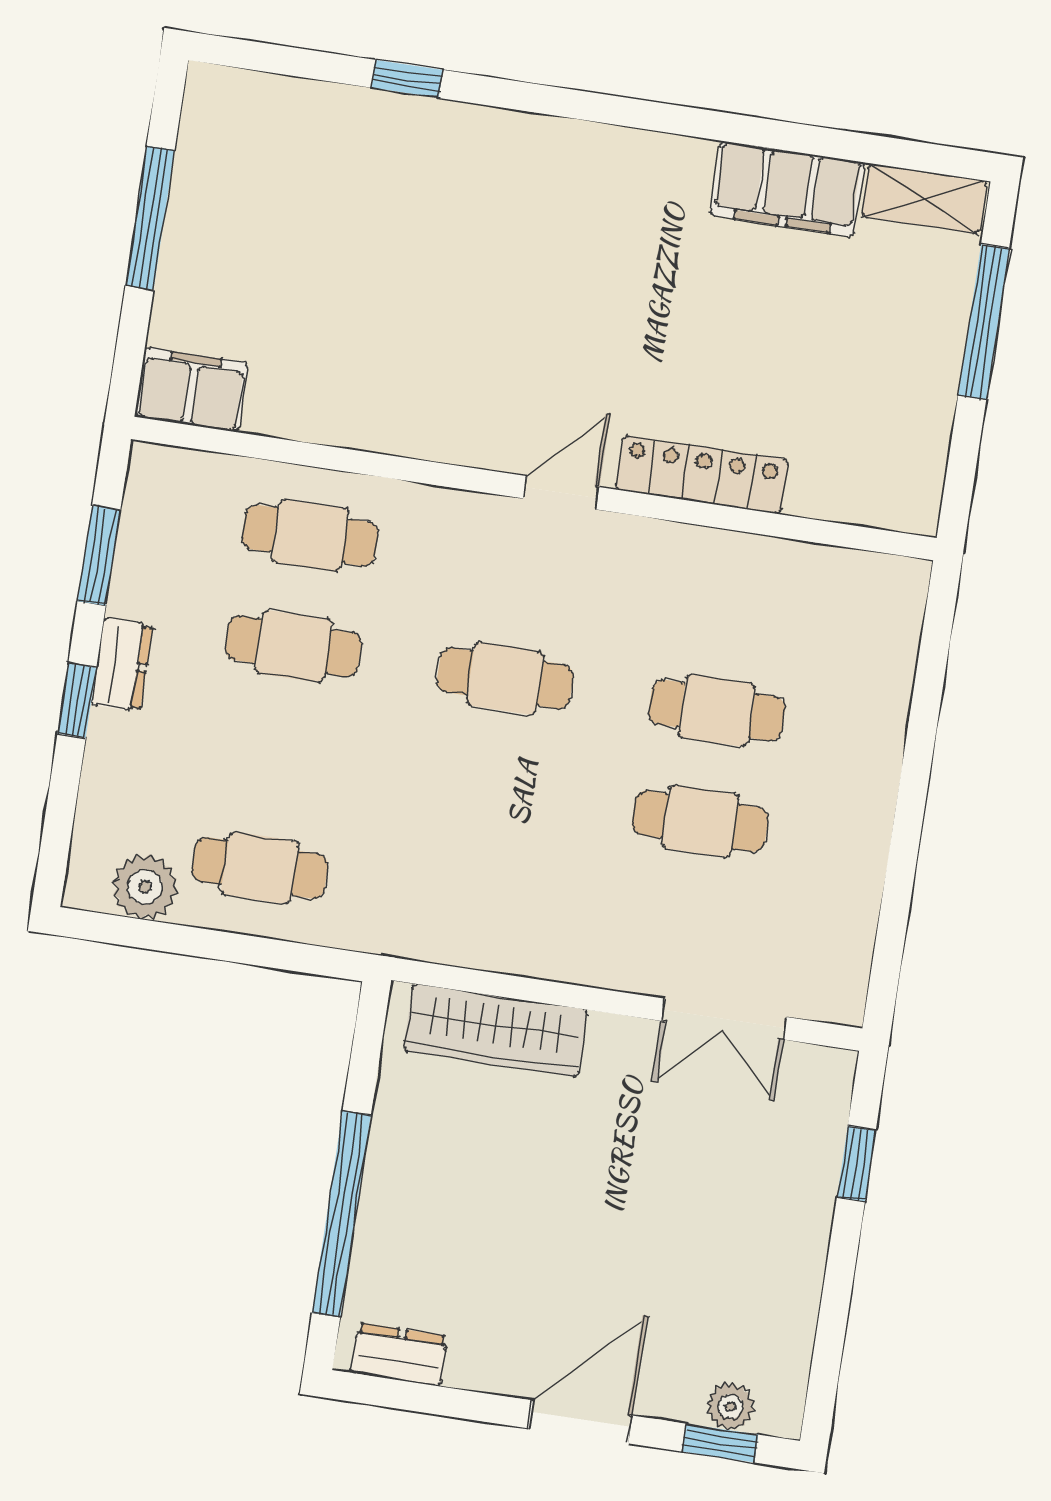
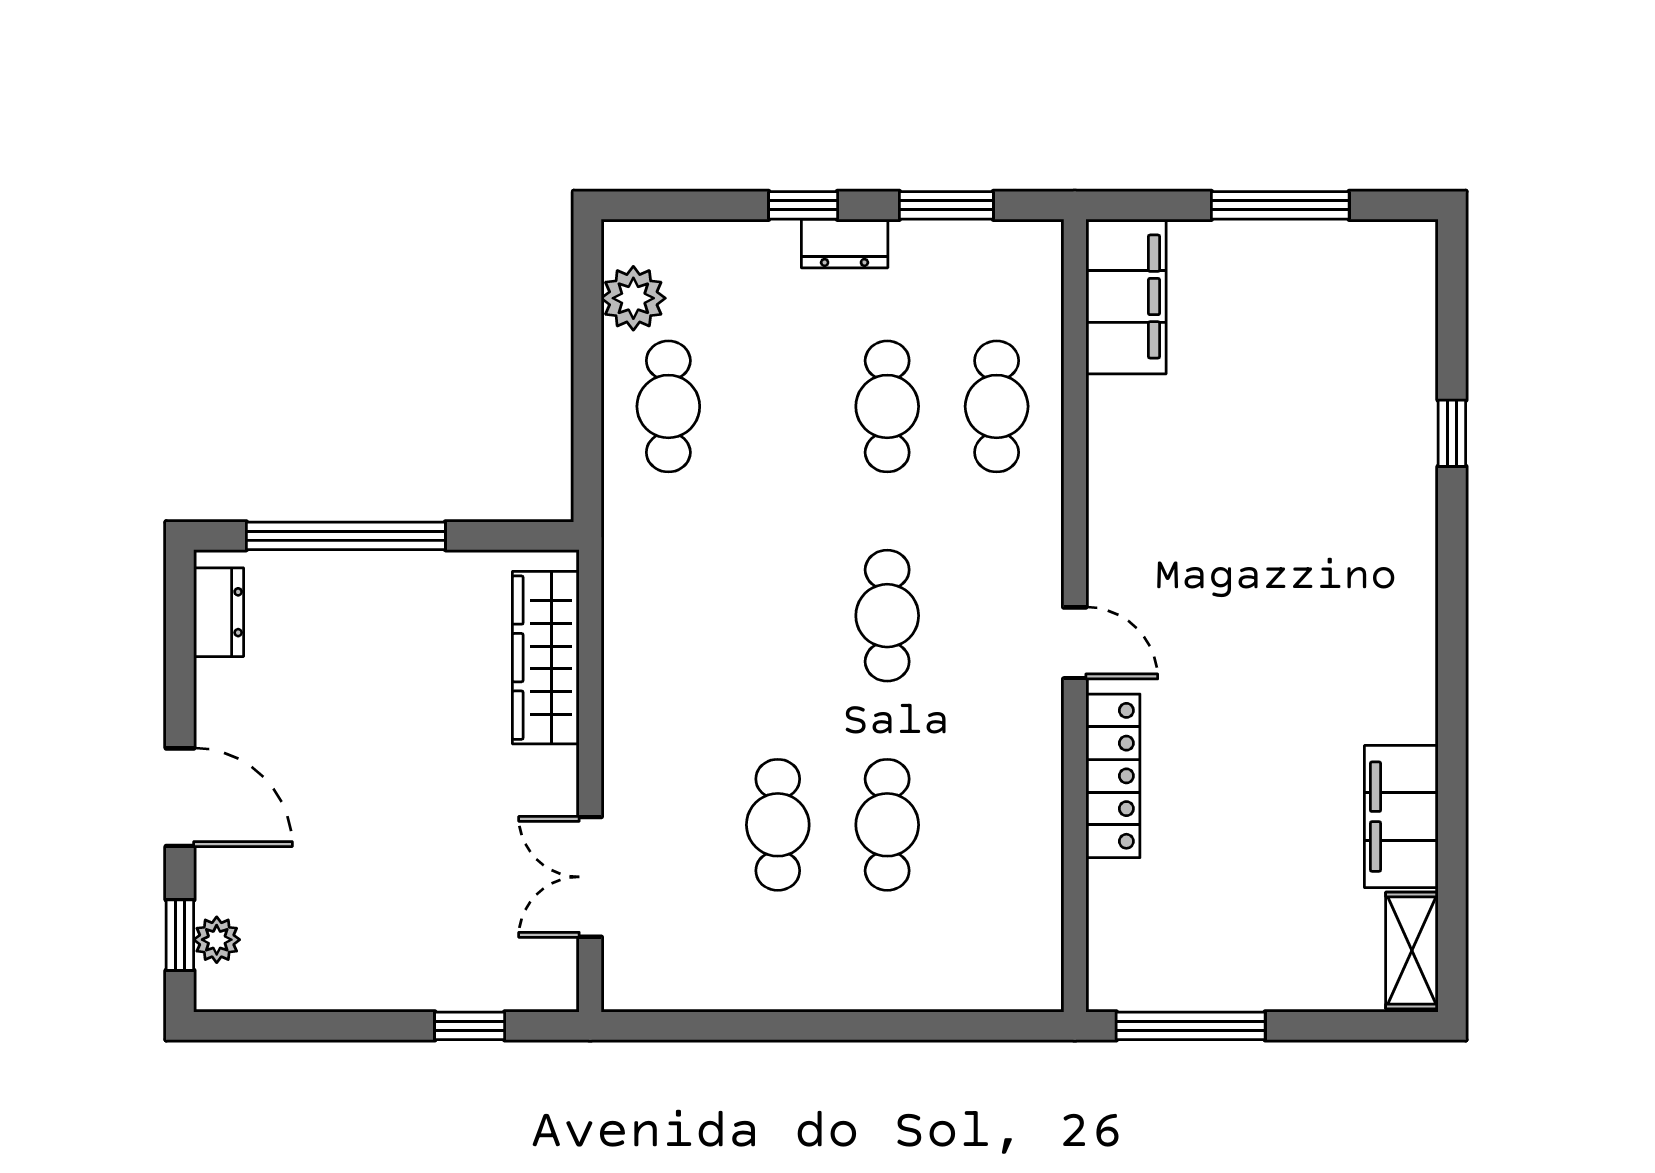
window: (984, 322) -> (1191, 1026), moved
filing cabinet: (192, 390) -> (1126, 297), width x1.50, depth x1.17

